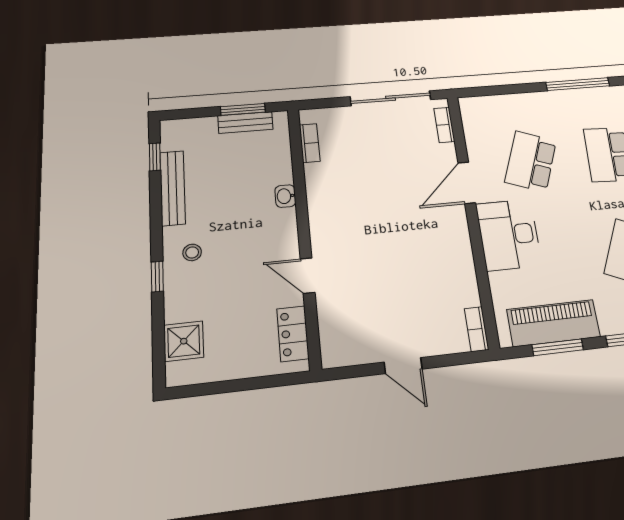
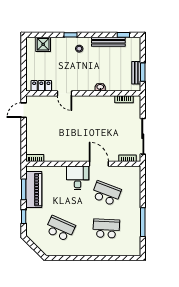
desk: (509, 235) -> (78, 178), width x0.73
door: (308, 276) -> (64, 93), swing flipped
door: (403, 366) -> (24, 110), moved

